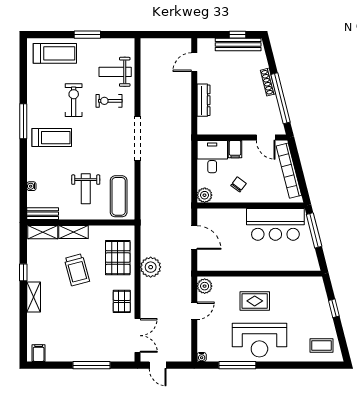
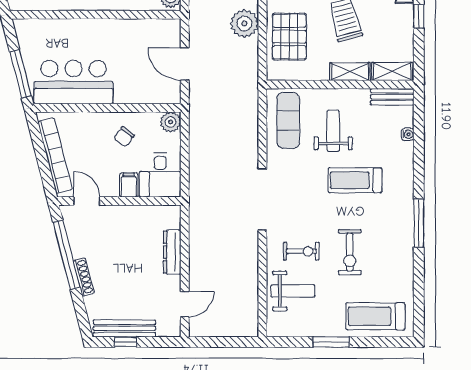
treadmill: (52, 138) -> (355, 180), moved

